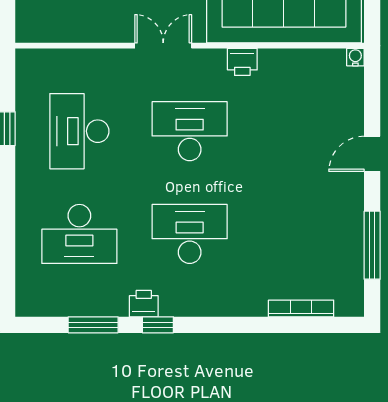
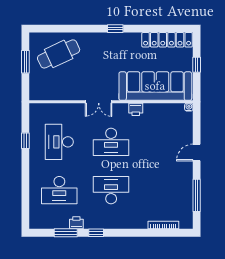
double door: (163, 46) -> (99, 102), swing flipped
desk: (190, 131) -> (111, 142), turned 180
printer: (144, 304) -> (76, 223), moved

